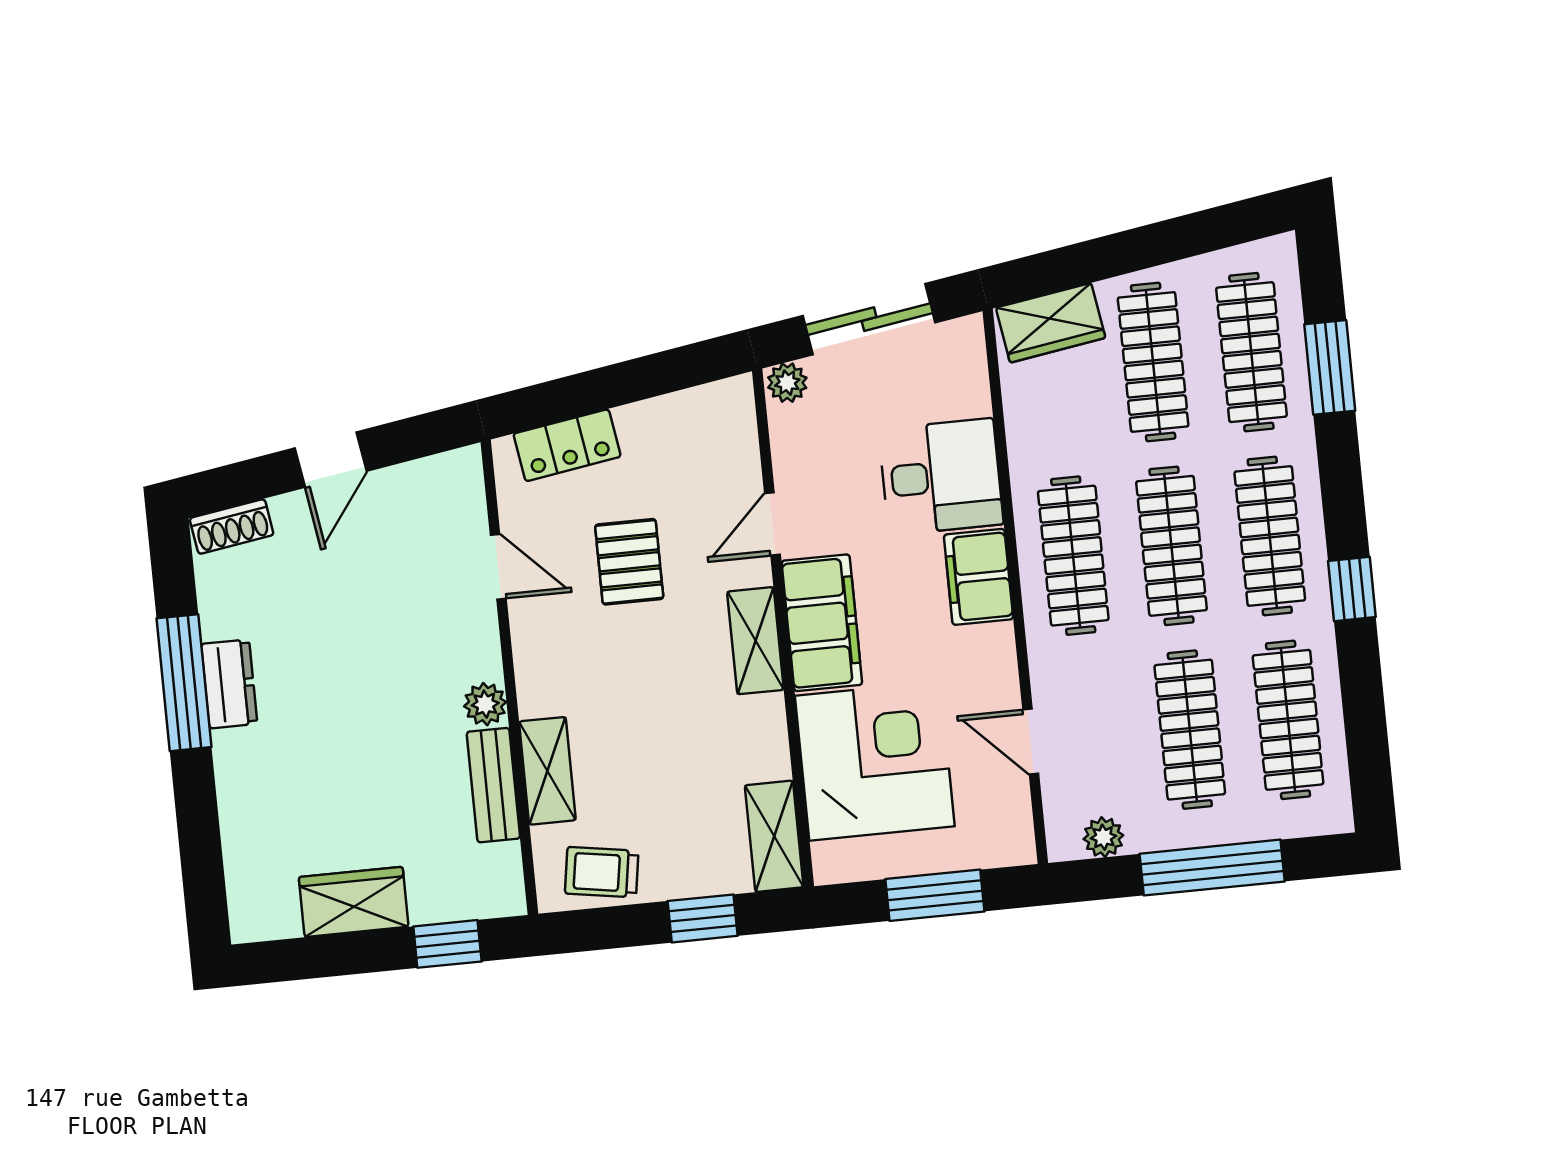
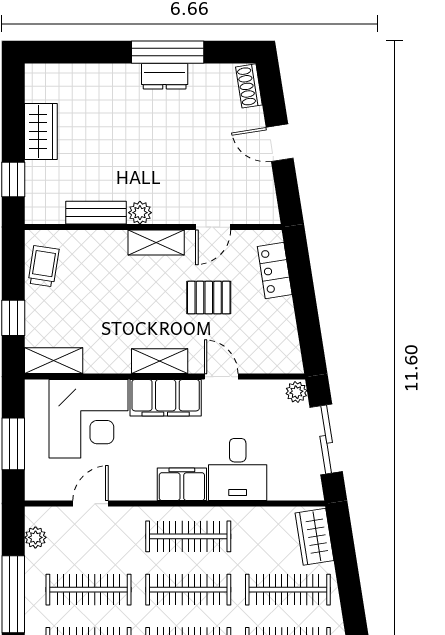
shelving: (547, 771) -> (156, 242), moved

